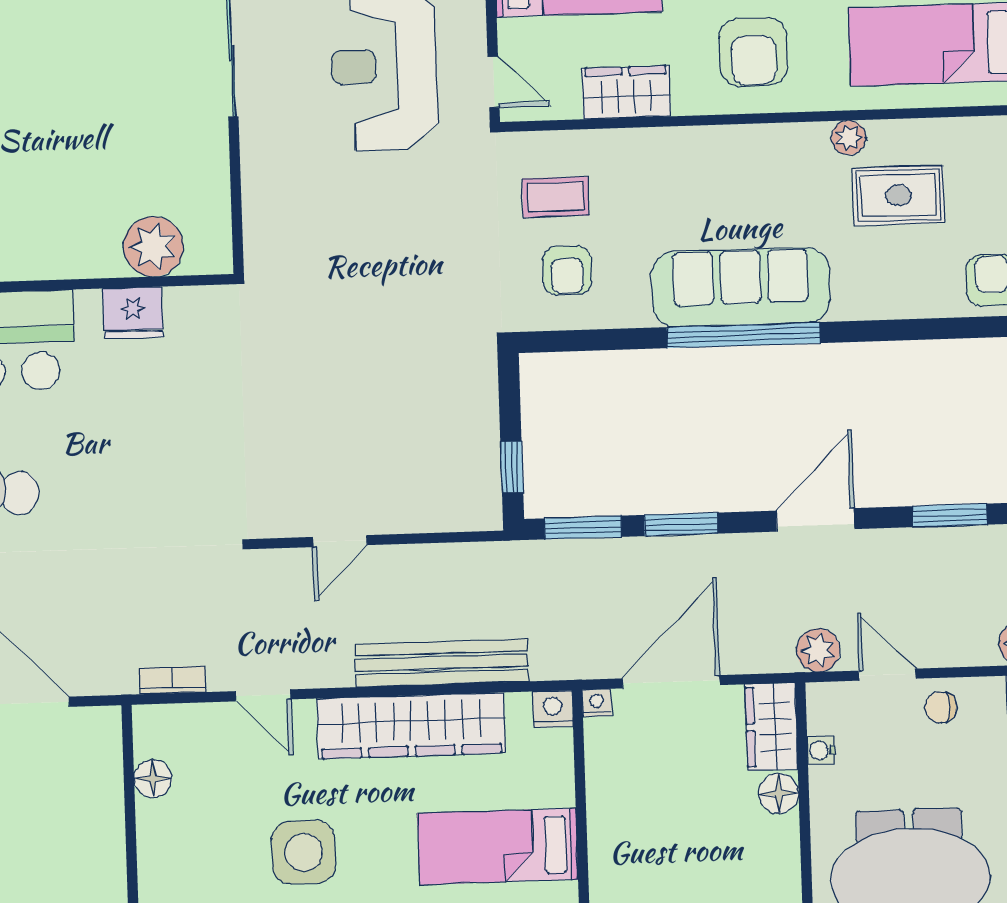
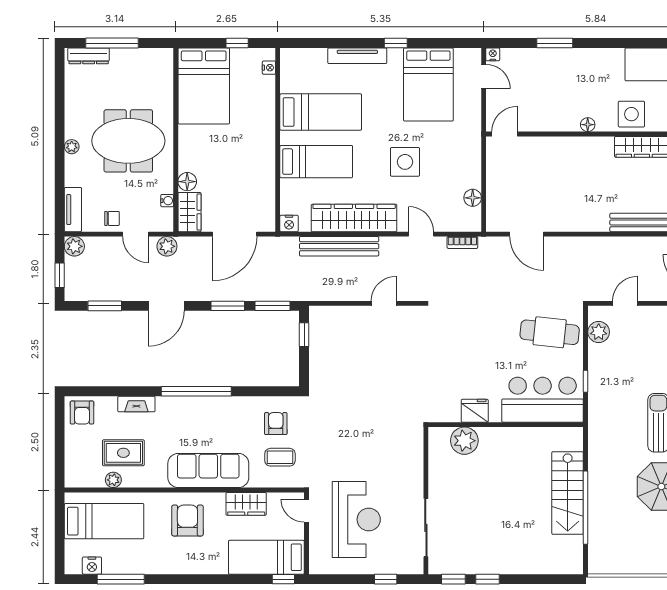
plant: (849, 138) -> (113, 480), moved
sofa: (741, 287) -> (208, 471), moved, turned 180
fireplace: (874, 303) -> (136, 404), added
nightstand: (597, 703) -> (269, 226), removed

